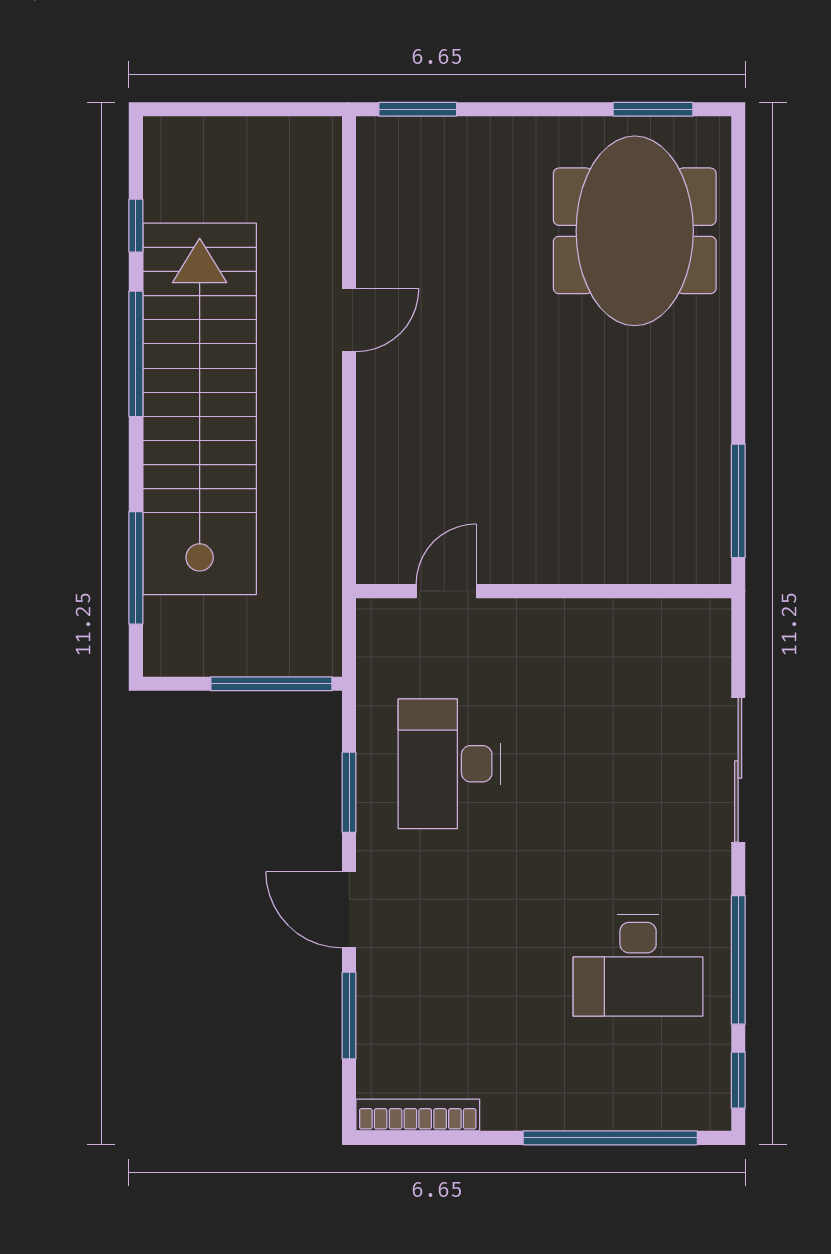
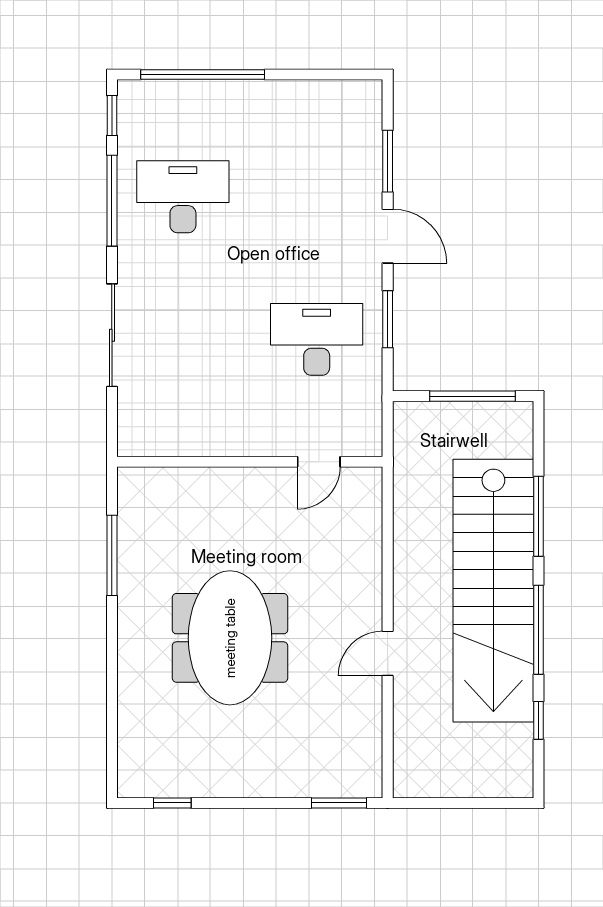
window: (653, 109) -> (172, 803), width x0.67
meeting table: (635, 231) -> (230, 638), moved
window: (738, 501) -> (112, 555), moved
window: (136, 568) -> (539, 516), moved
window: (271, 684) -> (472, 396), moved
desk: (449, 764) -> (317, 339), turned -90
bookcase: (418, 1115) -> (339, 91), removed

